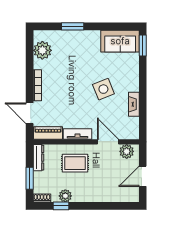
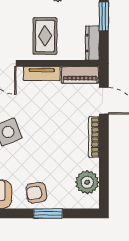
armchair: (82, 42) -> (36, 193), added
rug: (75, 163) -> (45, 36), turned 90

